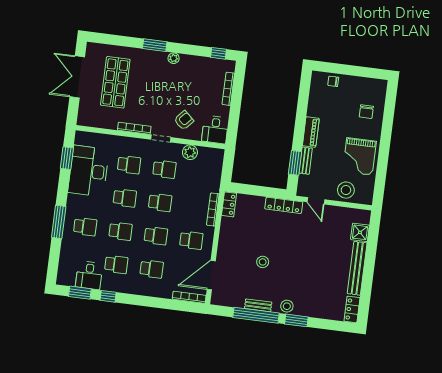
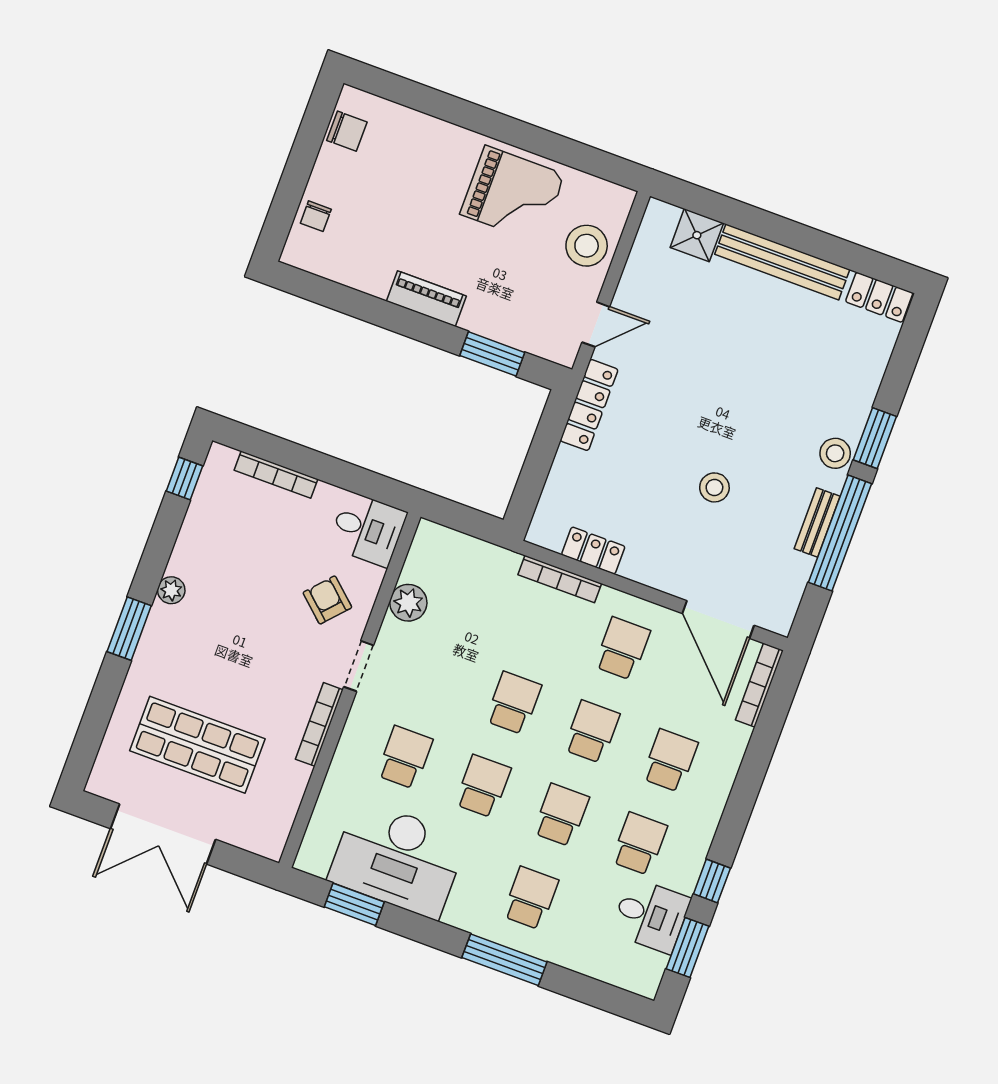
chair: (366, 112) -> (347, 131), moved
bench: (306, 161) -> (493, 327), removed
school desk: (164, 169) -> (435, 674), removed
locker: (229, 204) -> (593, 551), moved

